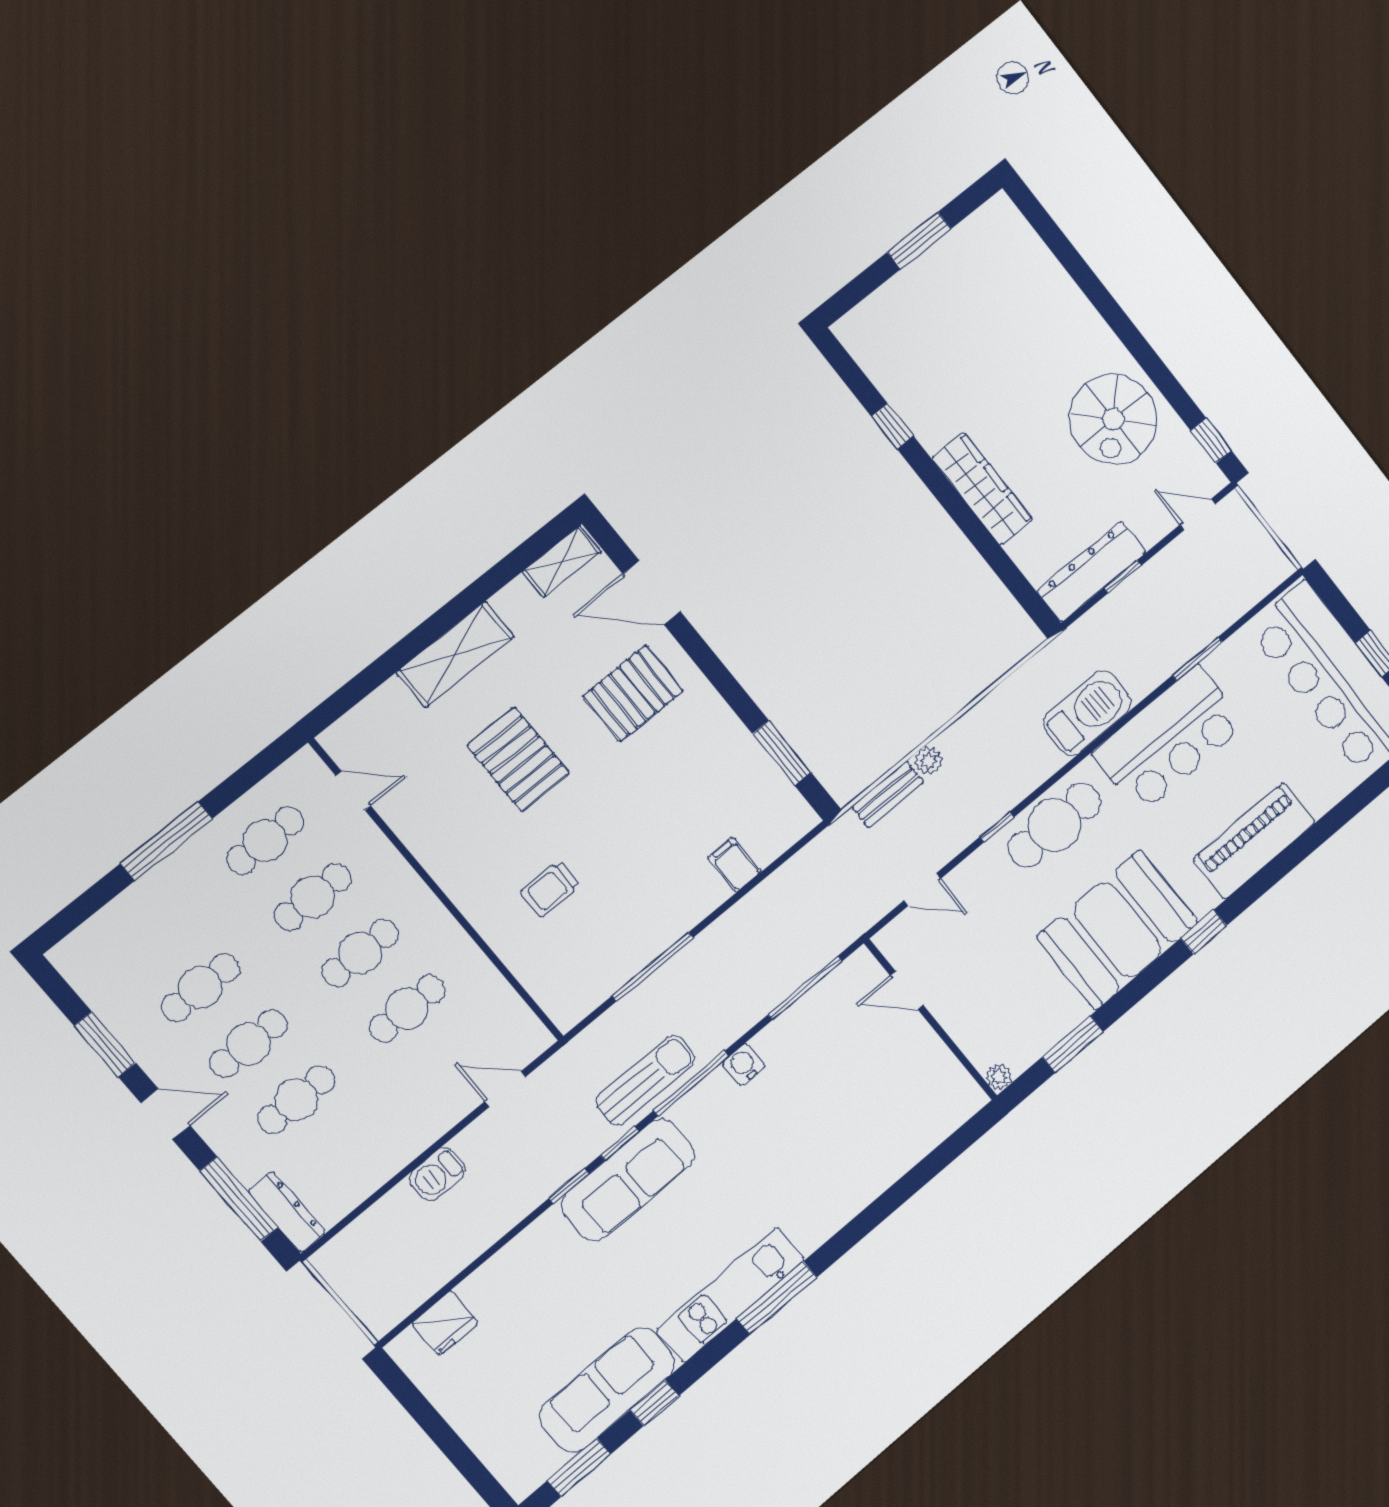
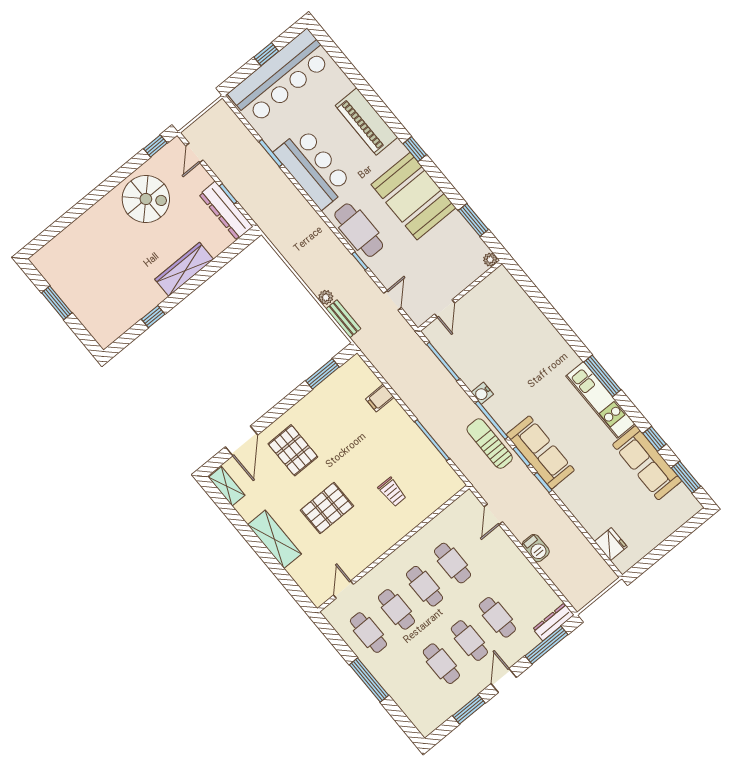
barbecue: (1087, 713) -> (300, 213), removed

